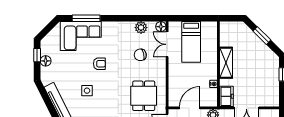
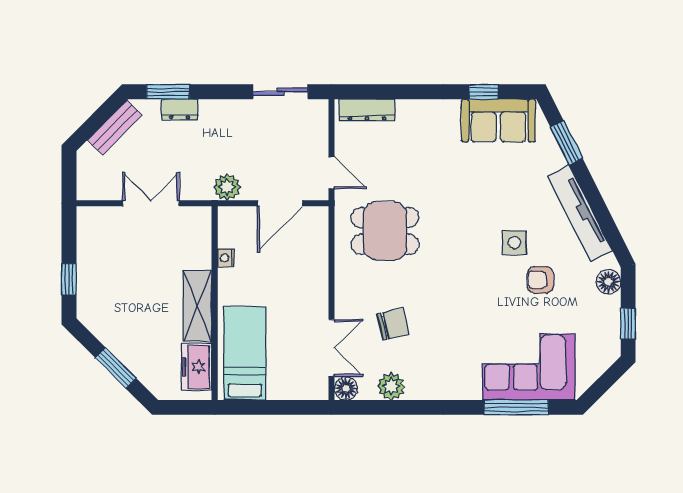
bed: (191, 42) -> (245, 353), moved
floor lamp: (46, 61) -> (609, 282), moved
armchair: (99, 64) -> (540, 280), moved
dining table: (144, 96) -> (385, 231), turned 90
freezer: (226, 96) -> (196, 367), moved

